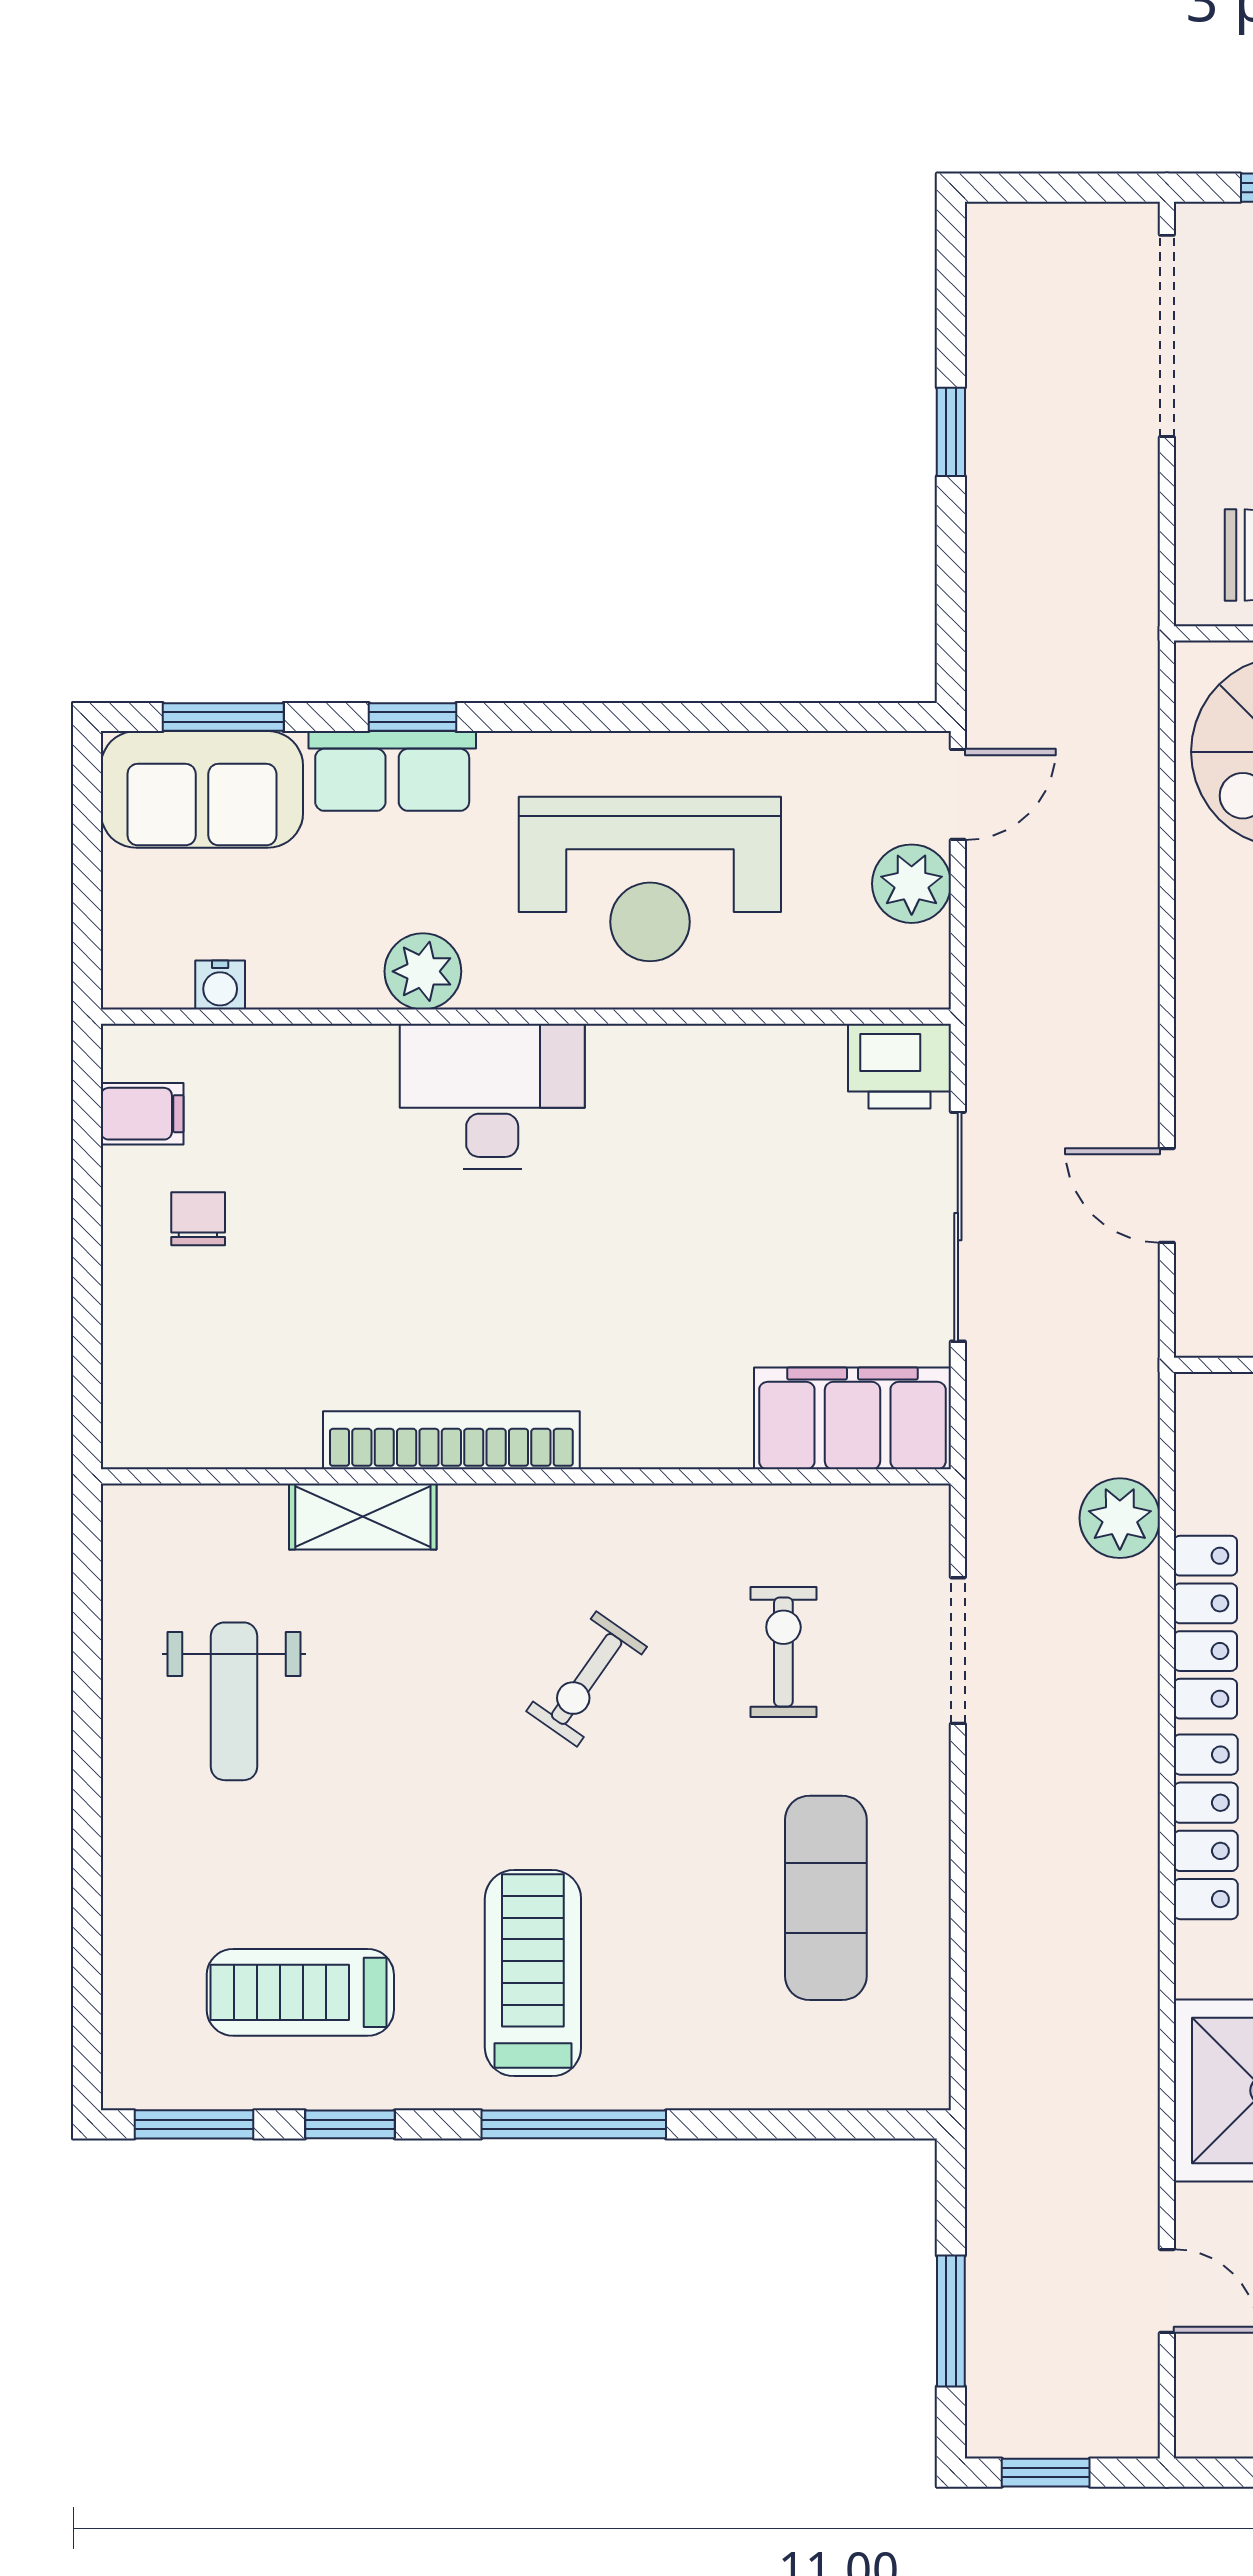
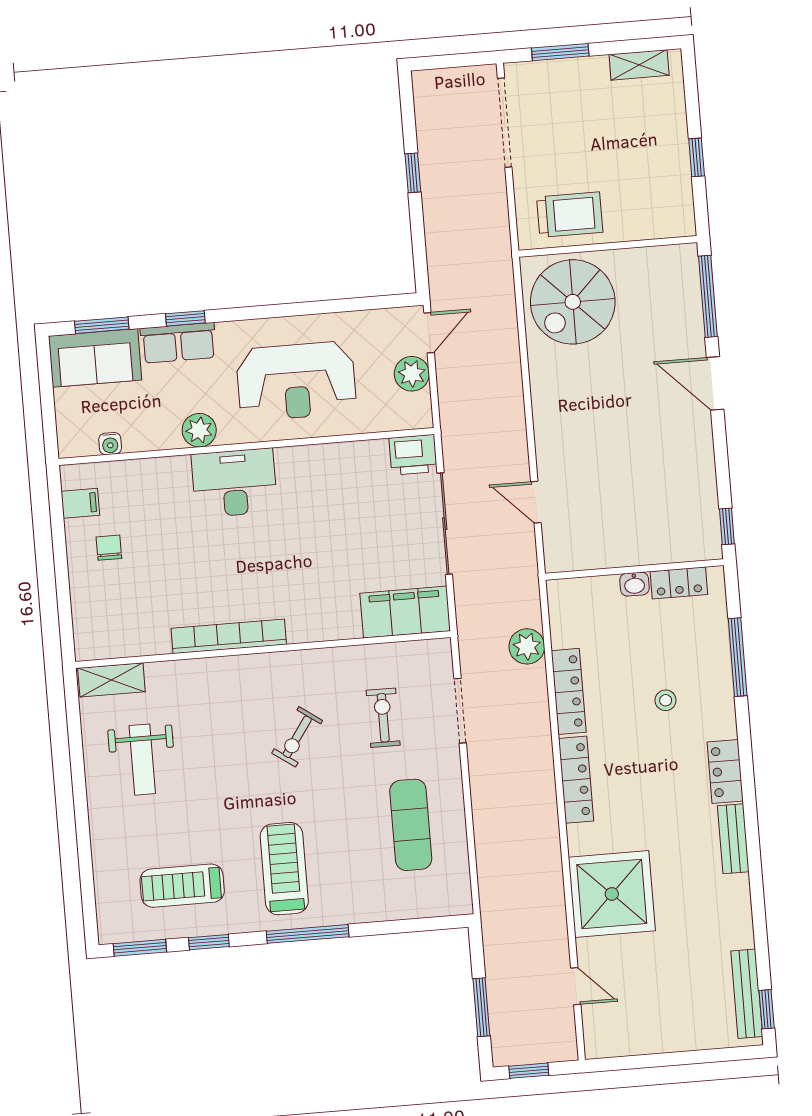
shelving: (363, 1517) -> (111, 680), moved

